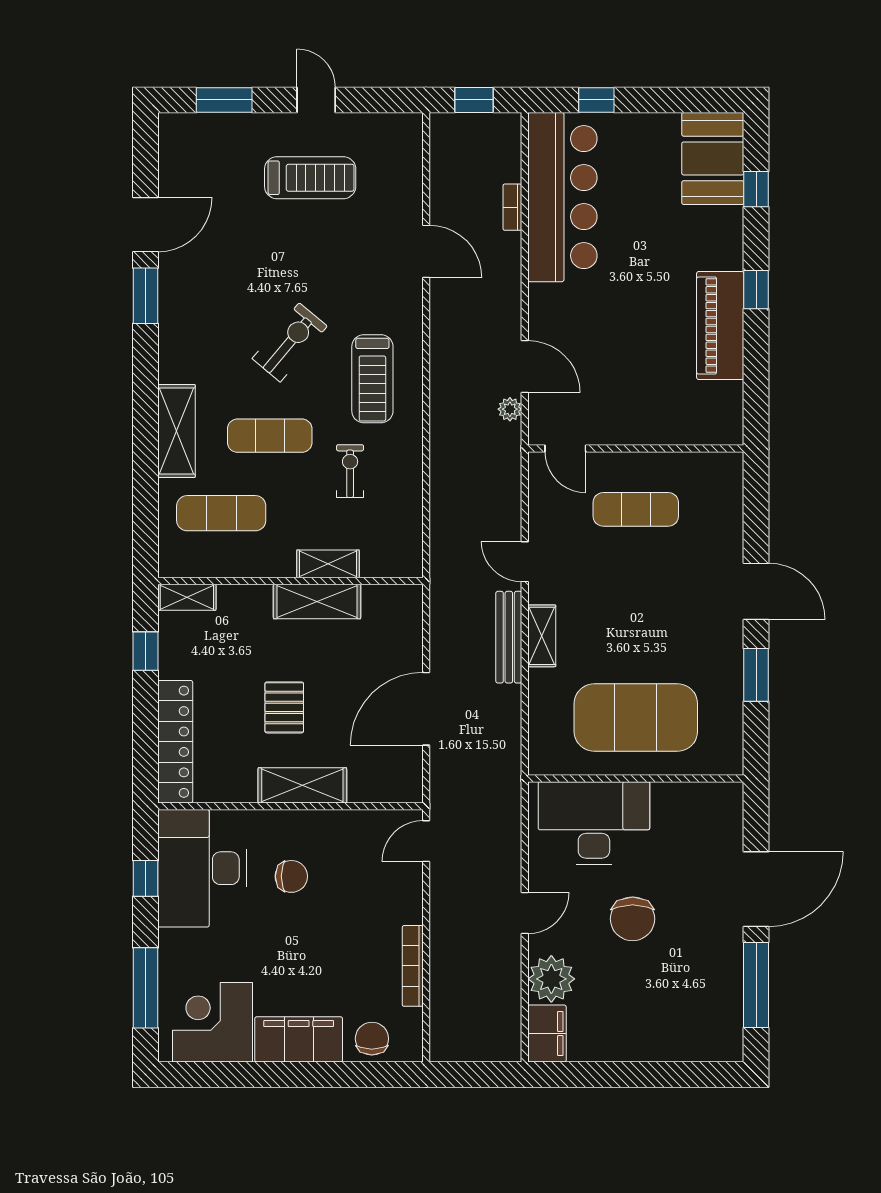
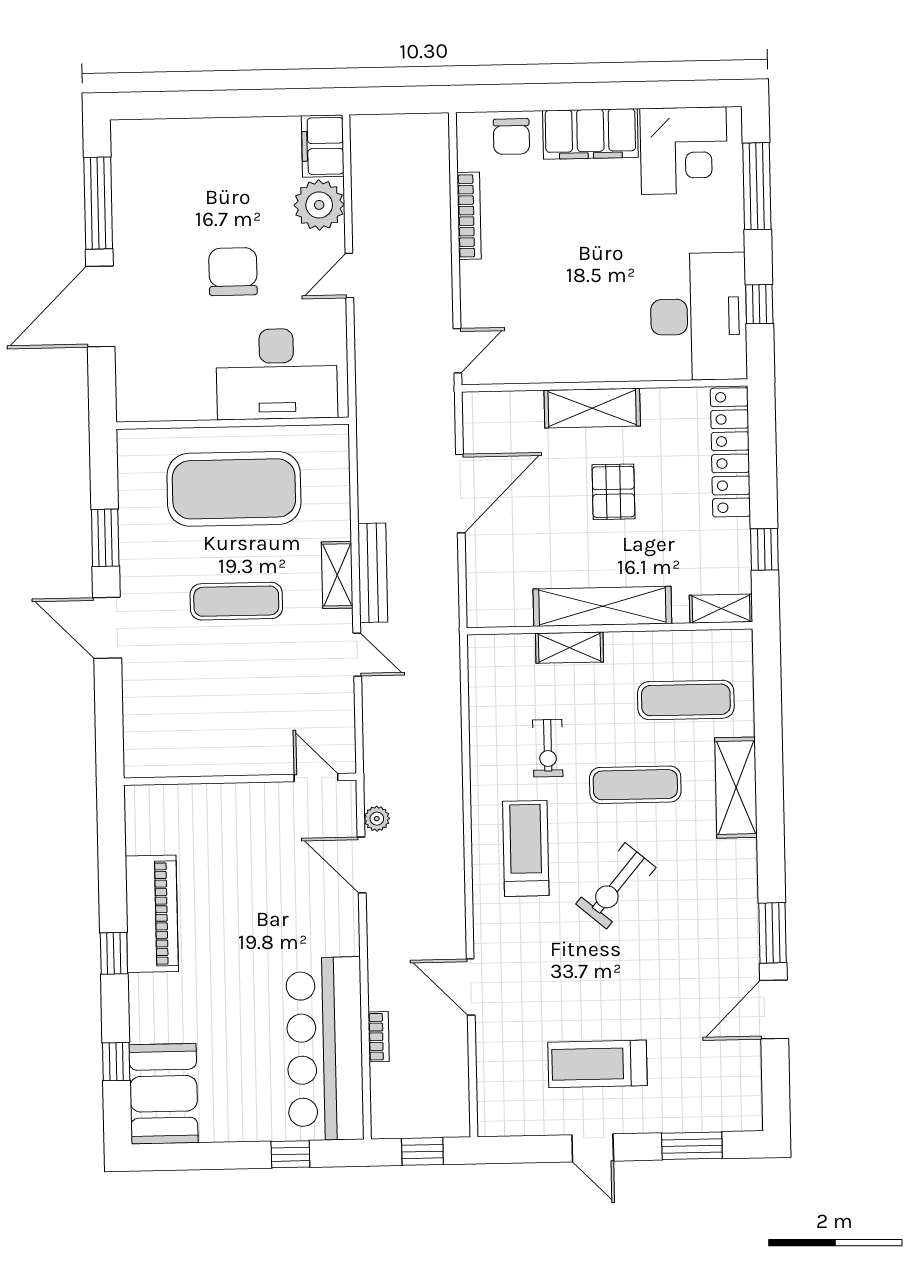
exercise mat: (636, 509) -> (236, 601), moved
shelving: (317, 602) -> (602, 606), width x1.47
chair: (291, 876) -> (602, 310), removed

